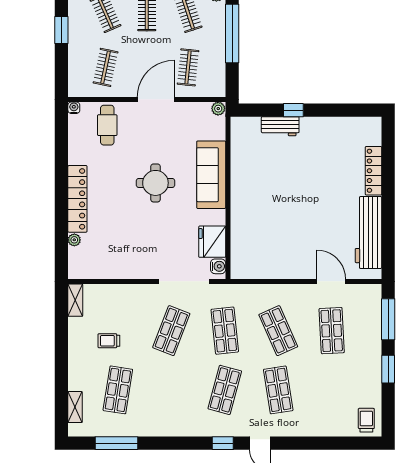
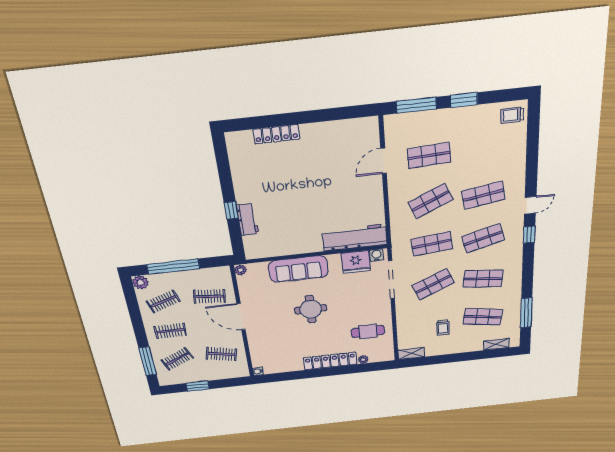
cafe table: (107, 125) -> (368, 331), moved
workbench: (368, 232) -> (355, 238), moved, turned 180
shop shelf: (171, 331) -> (433, 284), turned -45
shop shelf: (171, 390) -> (483, 279), added
shop shelf: (225, 390) -> (483, 238), turned -30

